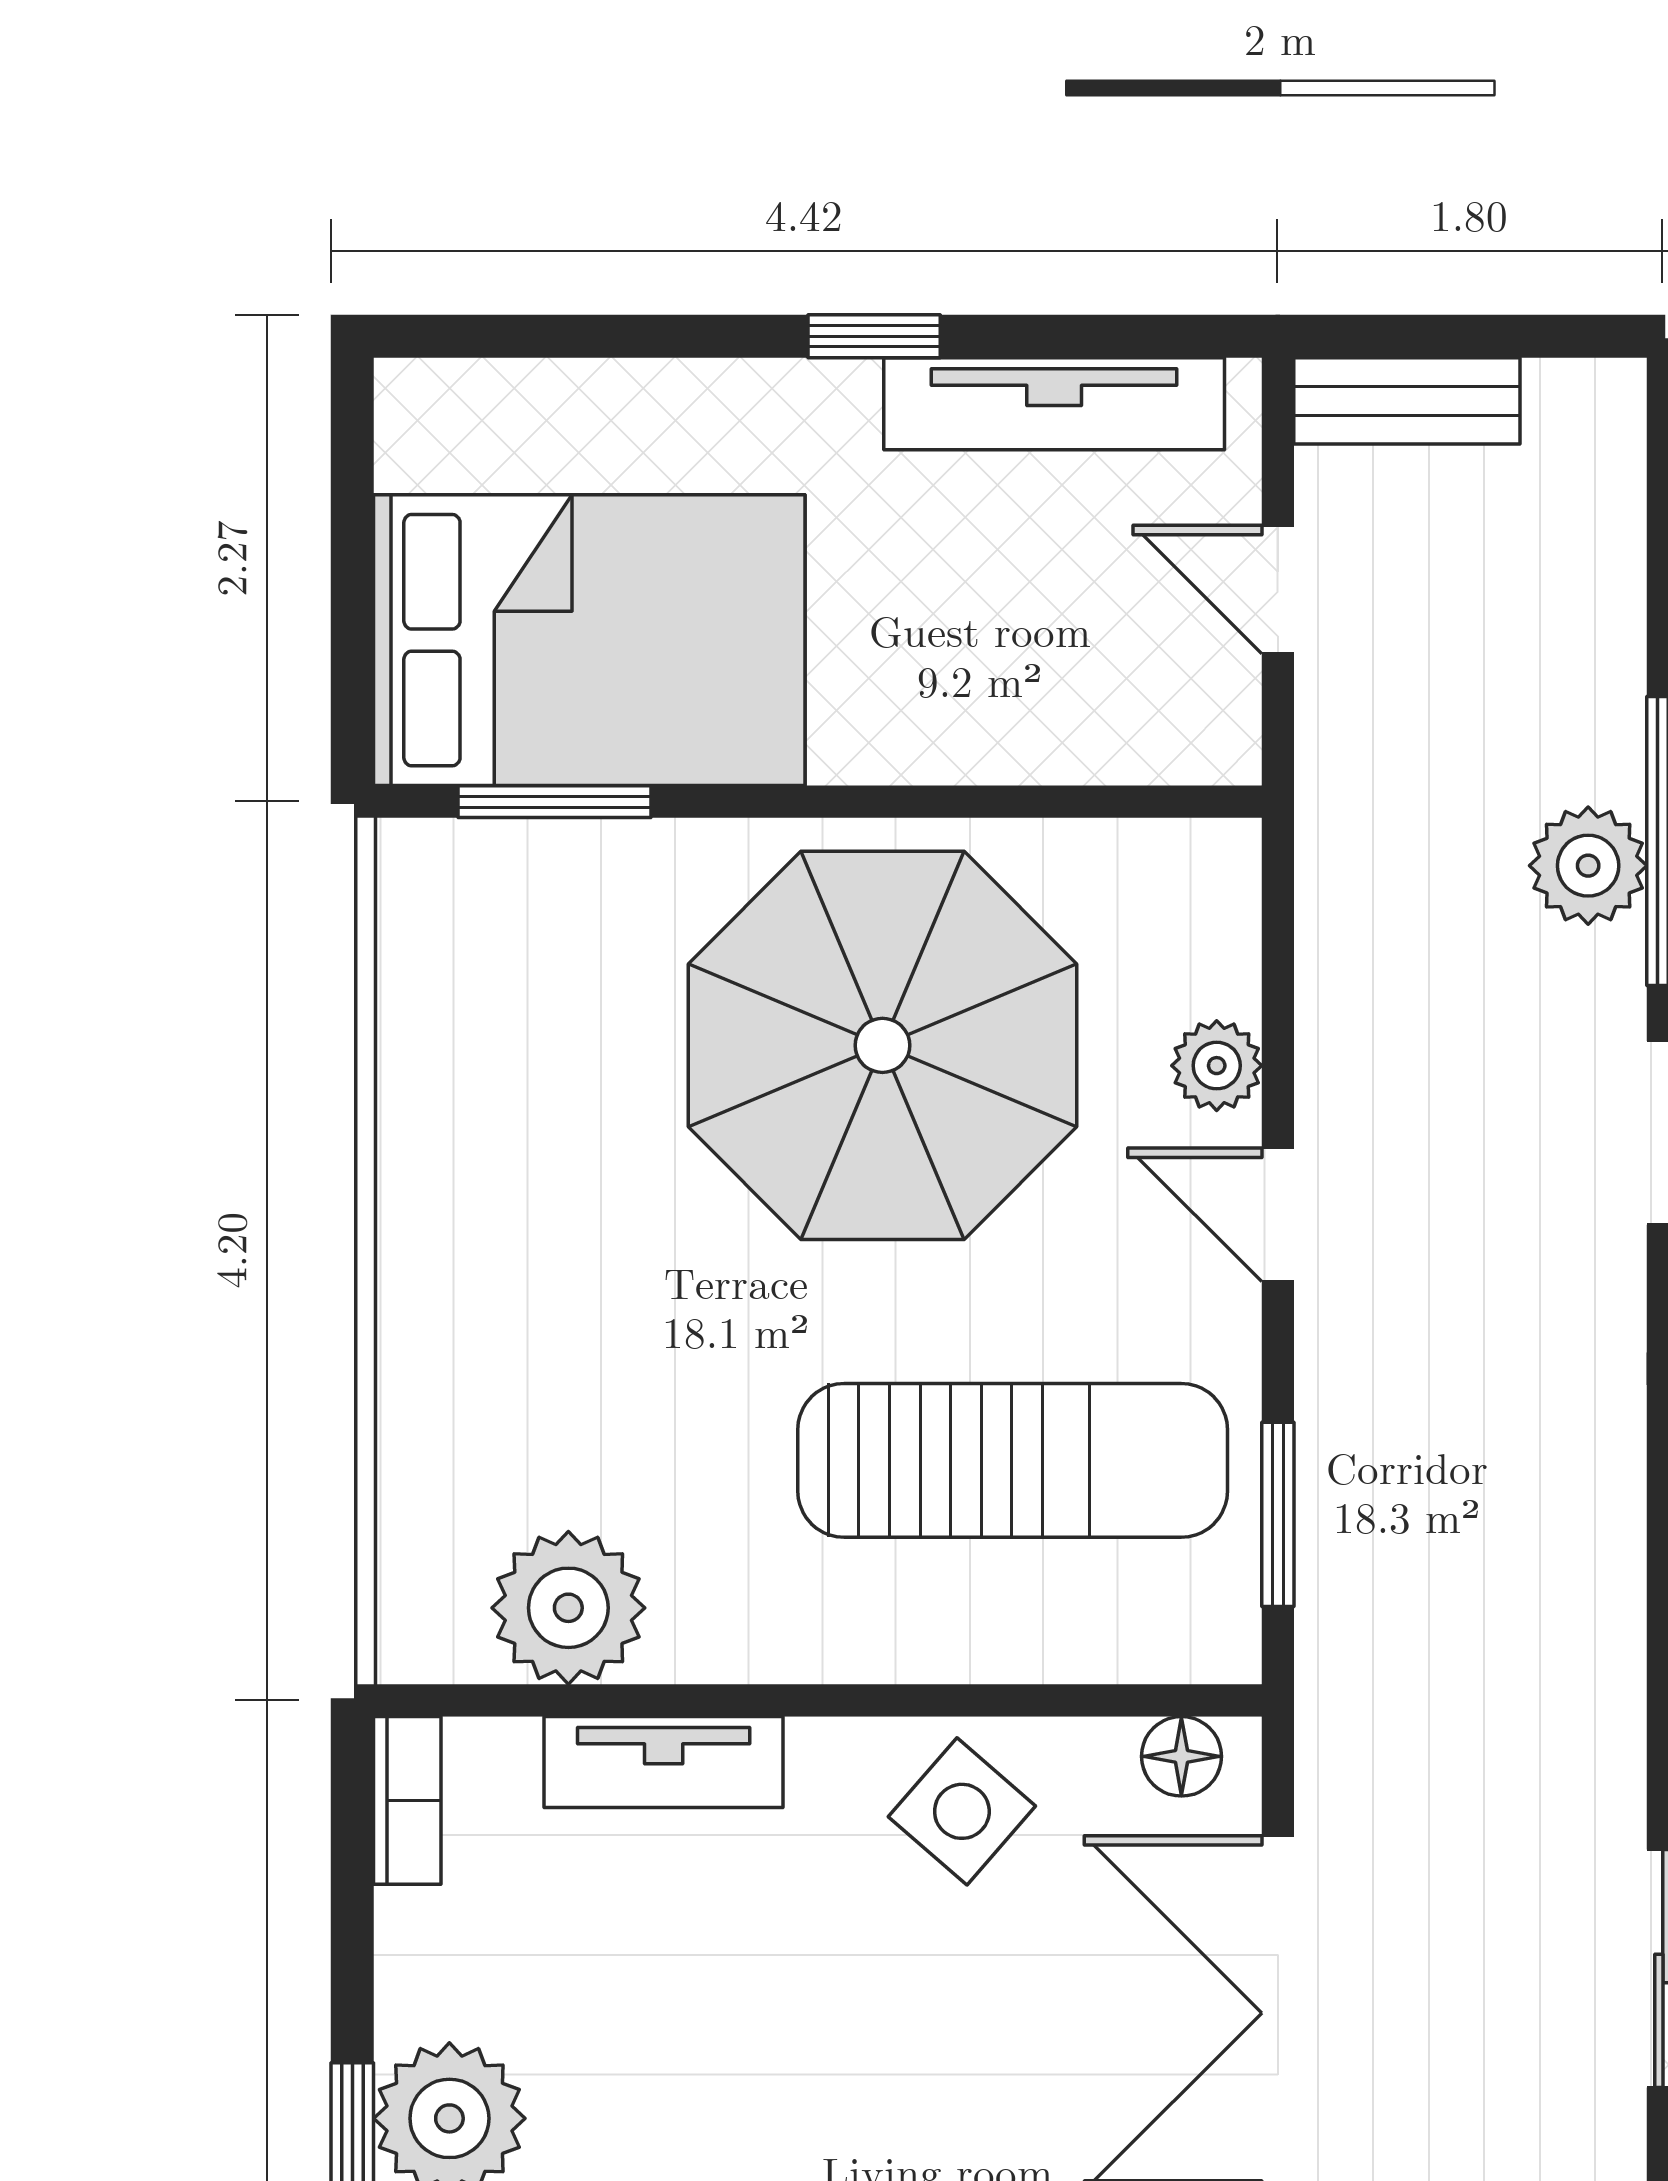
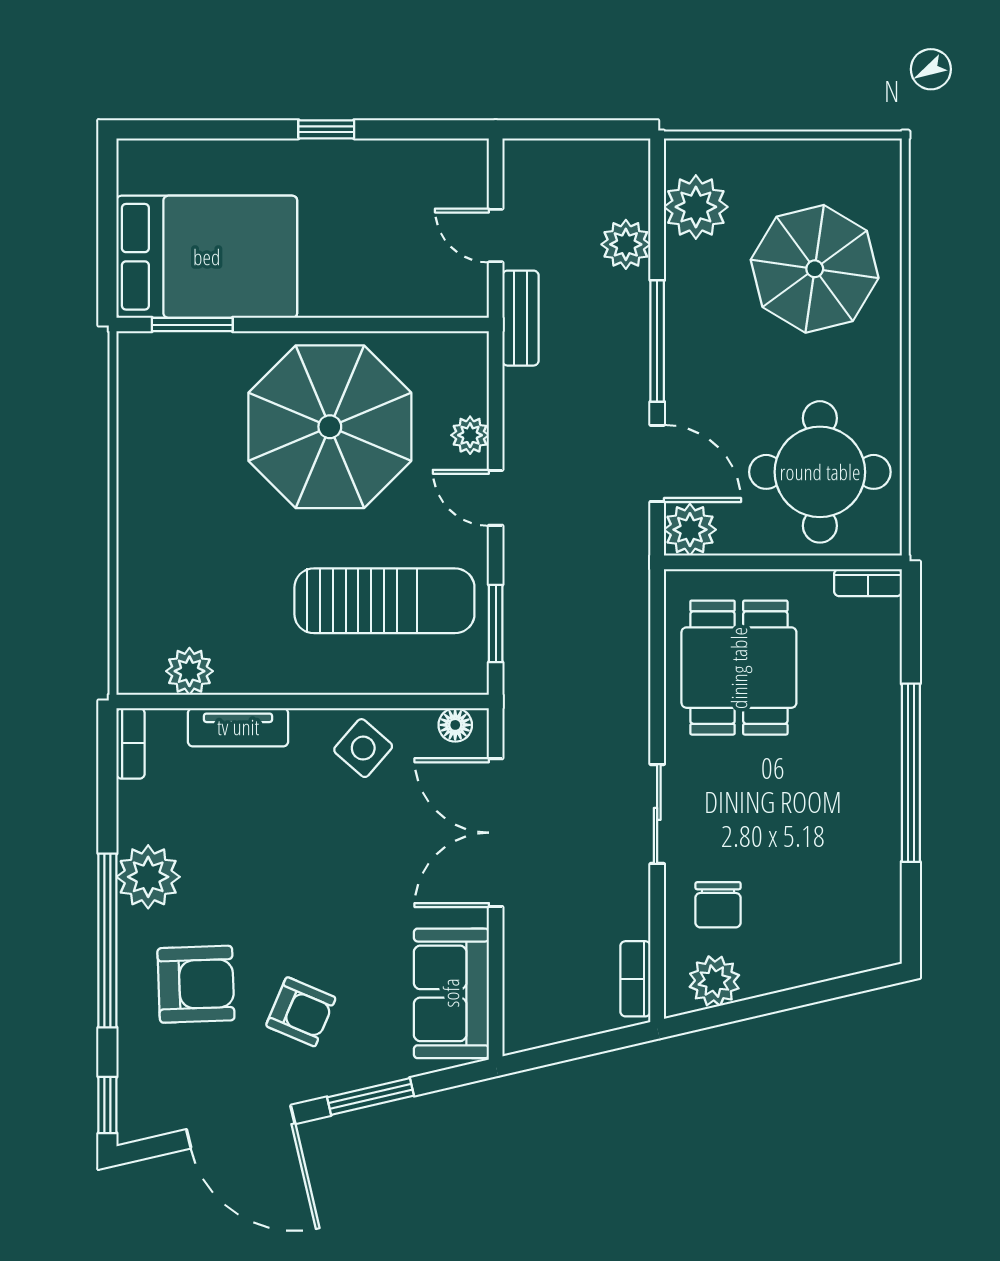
bench: (1407, 401) -> (520, 318), moved, turned 90
tv unit: (1054, 404) -> (402, 158), removed
plant: (1588, 866) -> (626, 244), moved
plant: (568, 1608) -> (189, 671), width x0.73, depth x0.73

